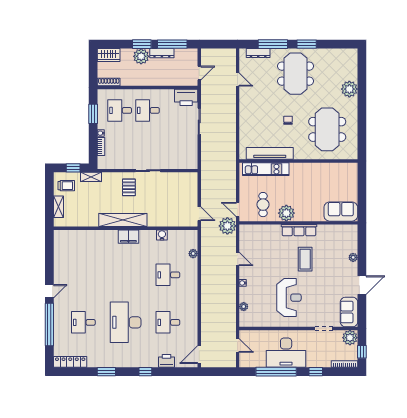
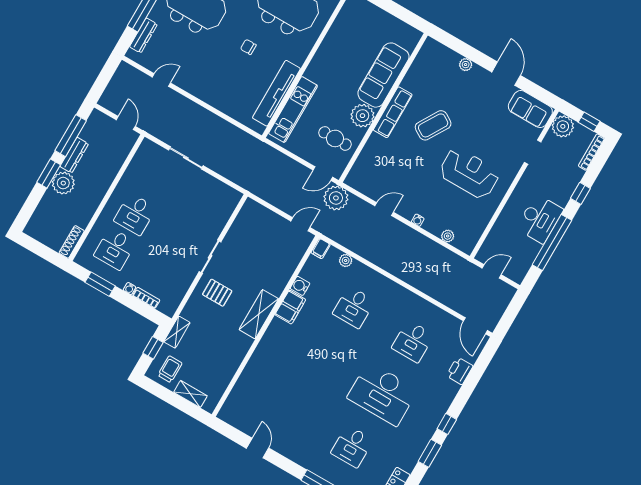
wardrobe: (109, 55) -> (38, 223), removed
printer: (186, 97) -> (146, 157), removed
sofa: (341, 212) -> (383, 75), moved, width x1.36
shelving: (123, 220) -> (259, 314), width x0.68
filing cabinet: (192, 234) -> (321, 249), added
filing cabinet: (128, 237) -> (290, 307), moved
coffee table: (305, 259) -> (433, 125), turned -59
door: (49, 291) -> (258, 448), moved
desk: (286, 353) -> (540, 219), width x0.73, depth x0.77
window: (145, 372) -> (447, 424), moved

